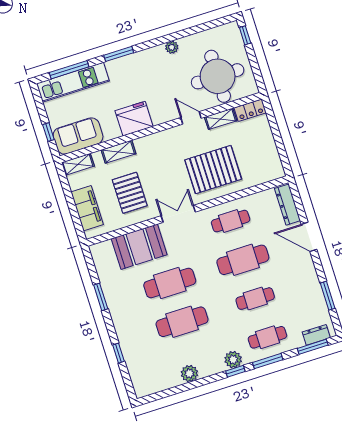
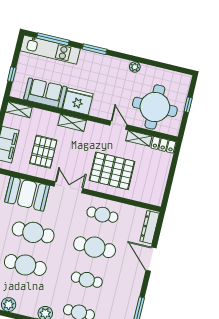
window: (245, 35) -> (188, 105), moved
sofa: (78, 136) -> (45, 93), moved
shelving: (118, 152) -> (72, 123), moved

